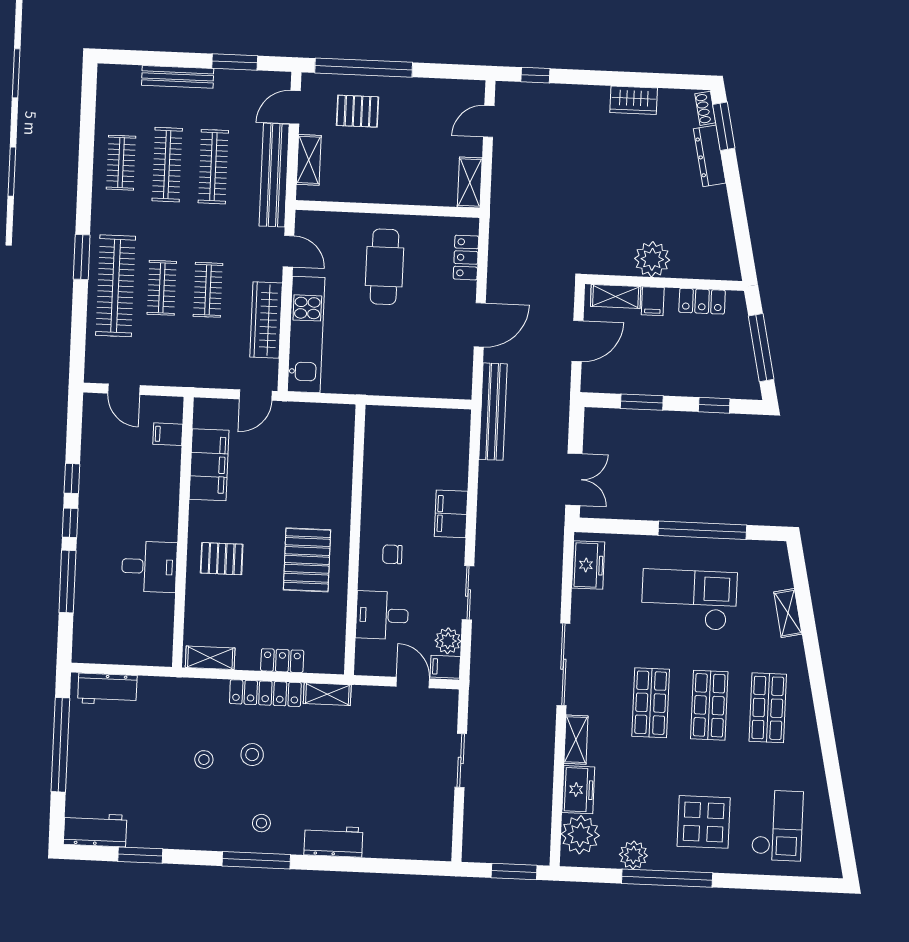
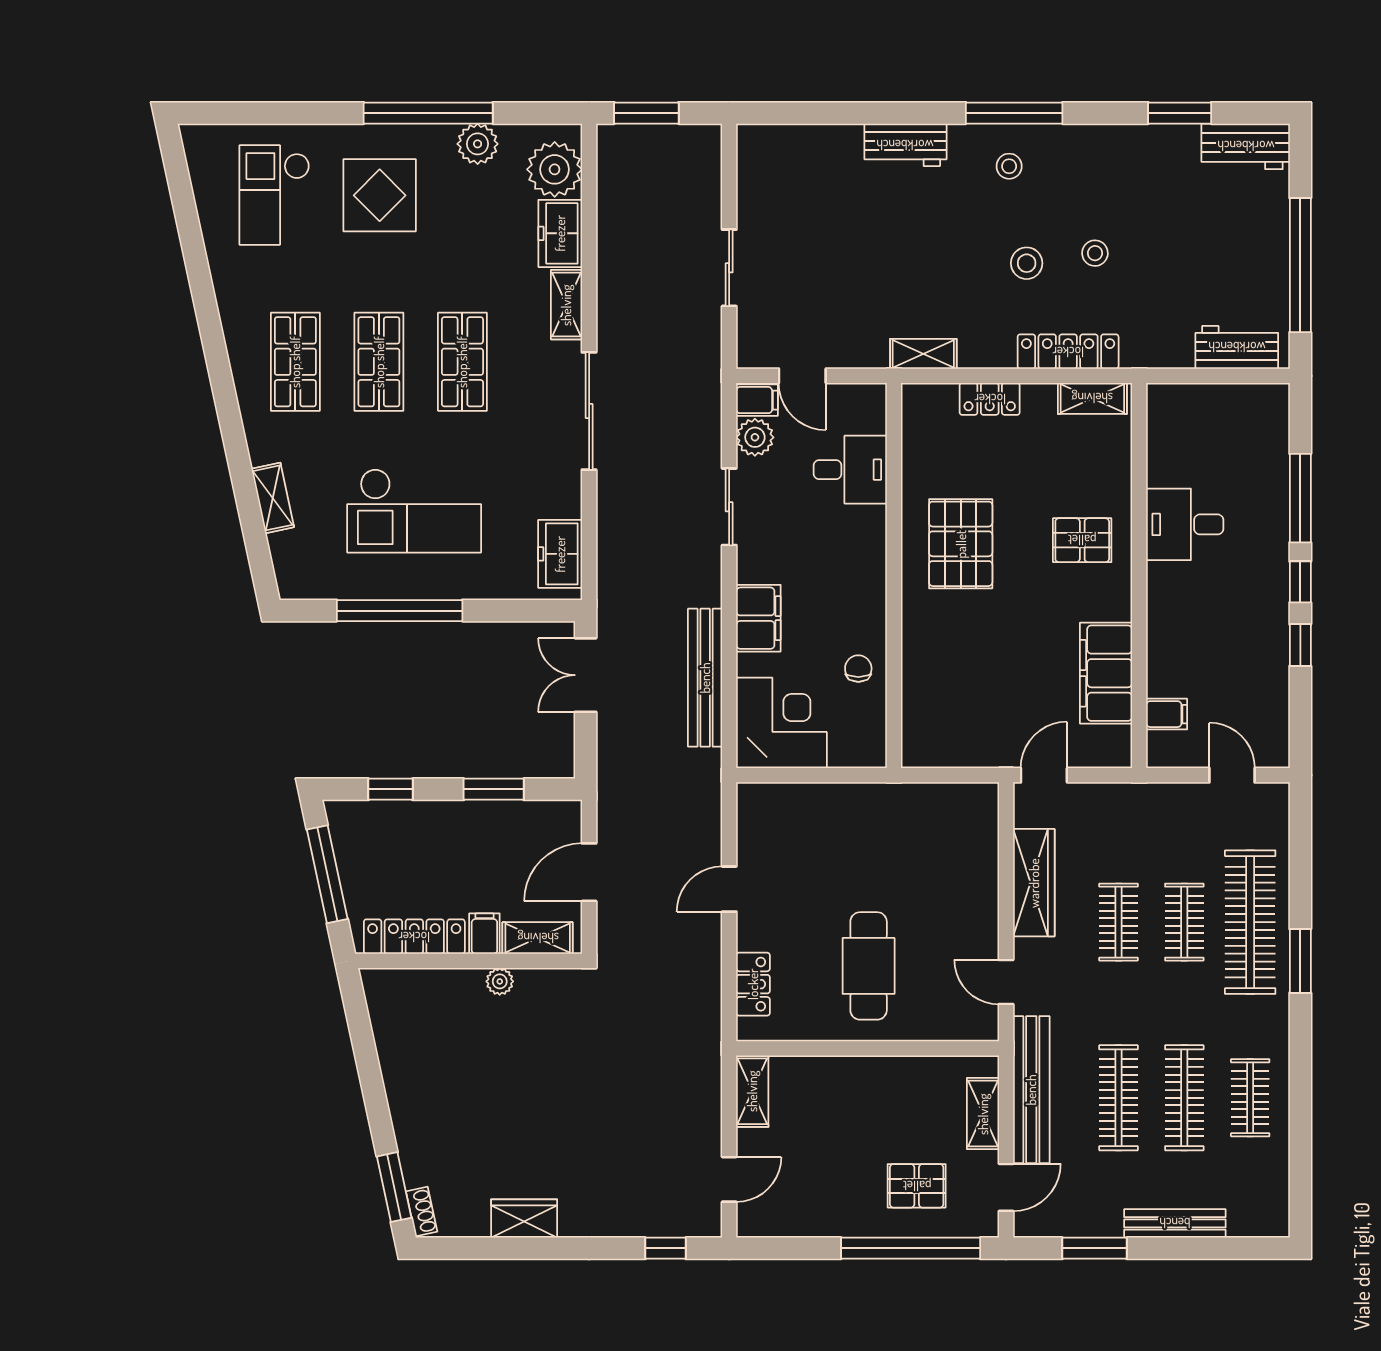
dresser: (710, 156) -> (413, 1144), removed
plant: (652, 259) -> (500, 981), width x0.53, depth x0.53
locker: (702, 301) -> (414, 937), width x1.53
door: (480, 325) -> (729, 889), width x0.73
kitchen unit: (306, 335) -> (976, 865), removed
bench: (493, 412) -> (705, 678), moved
corner desk: (438, 440) -> (782, 723), added
chair: (392, 554) -> (858, 669), moved, turned -90
locker: (265, 693) -> (1068, 352), moved

